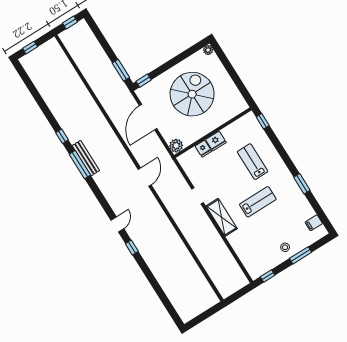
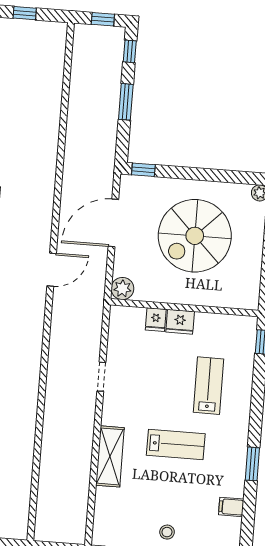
window: (95, 28) -> (130, 51), added
window: (121, 70) -> (126, 102), moved
spiral stairs: (192, 94) -> (195, 236), turned 180
door: (145, 177) -> (52, 270), moved
shelving: (222, 217) -> (110, 456), moved
filing cabinet: (314, 223) -> (231, 507), moved

